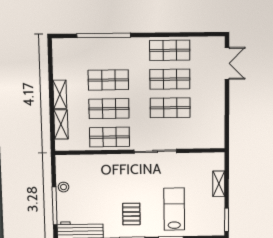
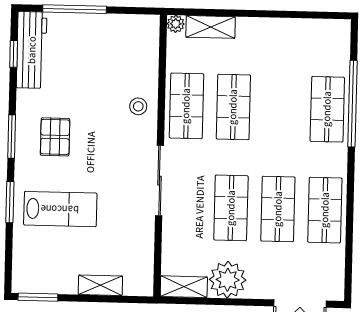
shop shelf: (108, 80) -> (327, 109), moved
shelving: (60, 94) -> (184, 287), moved
plant: (214, 108) -> (228, 280), added
plant: (60, 146) -> (176, 24), added
stool: (64, 187) -> (138, 106), moved
pallet: (131, 214) -> (55, 137), turned 90

